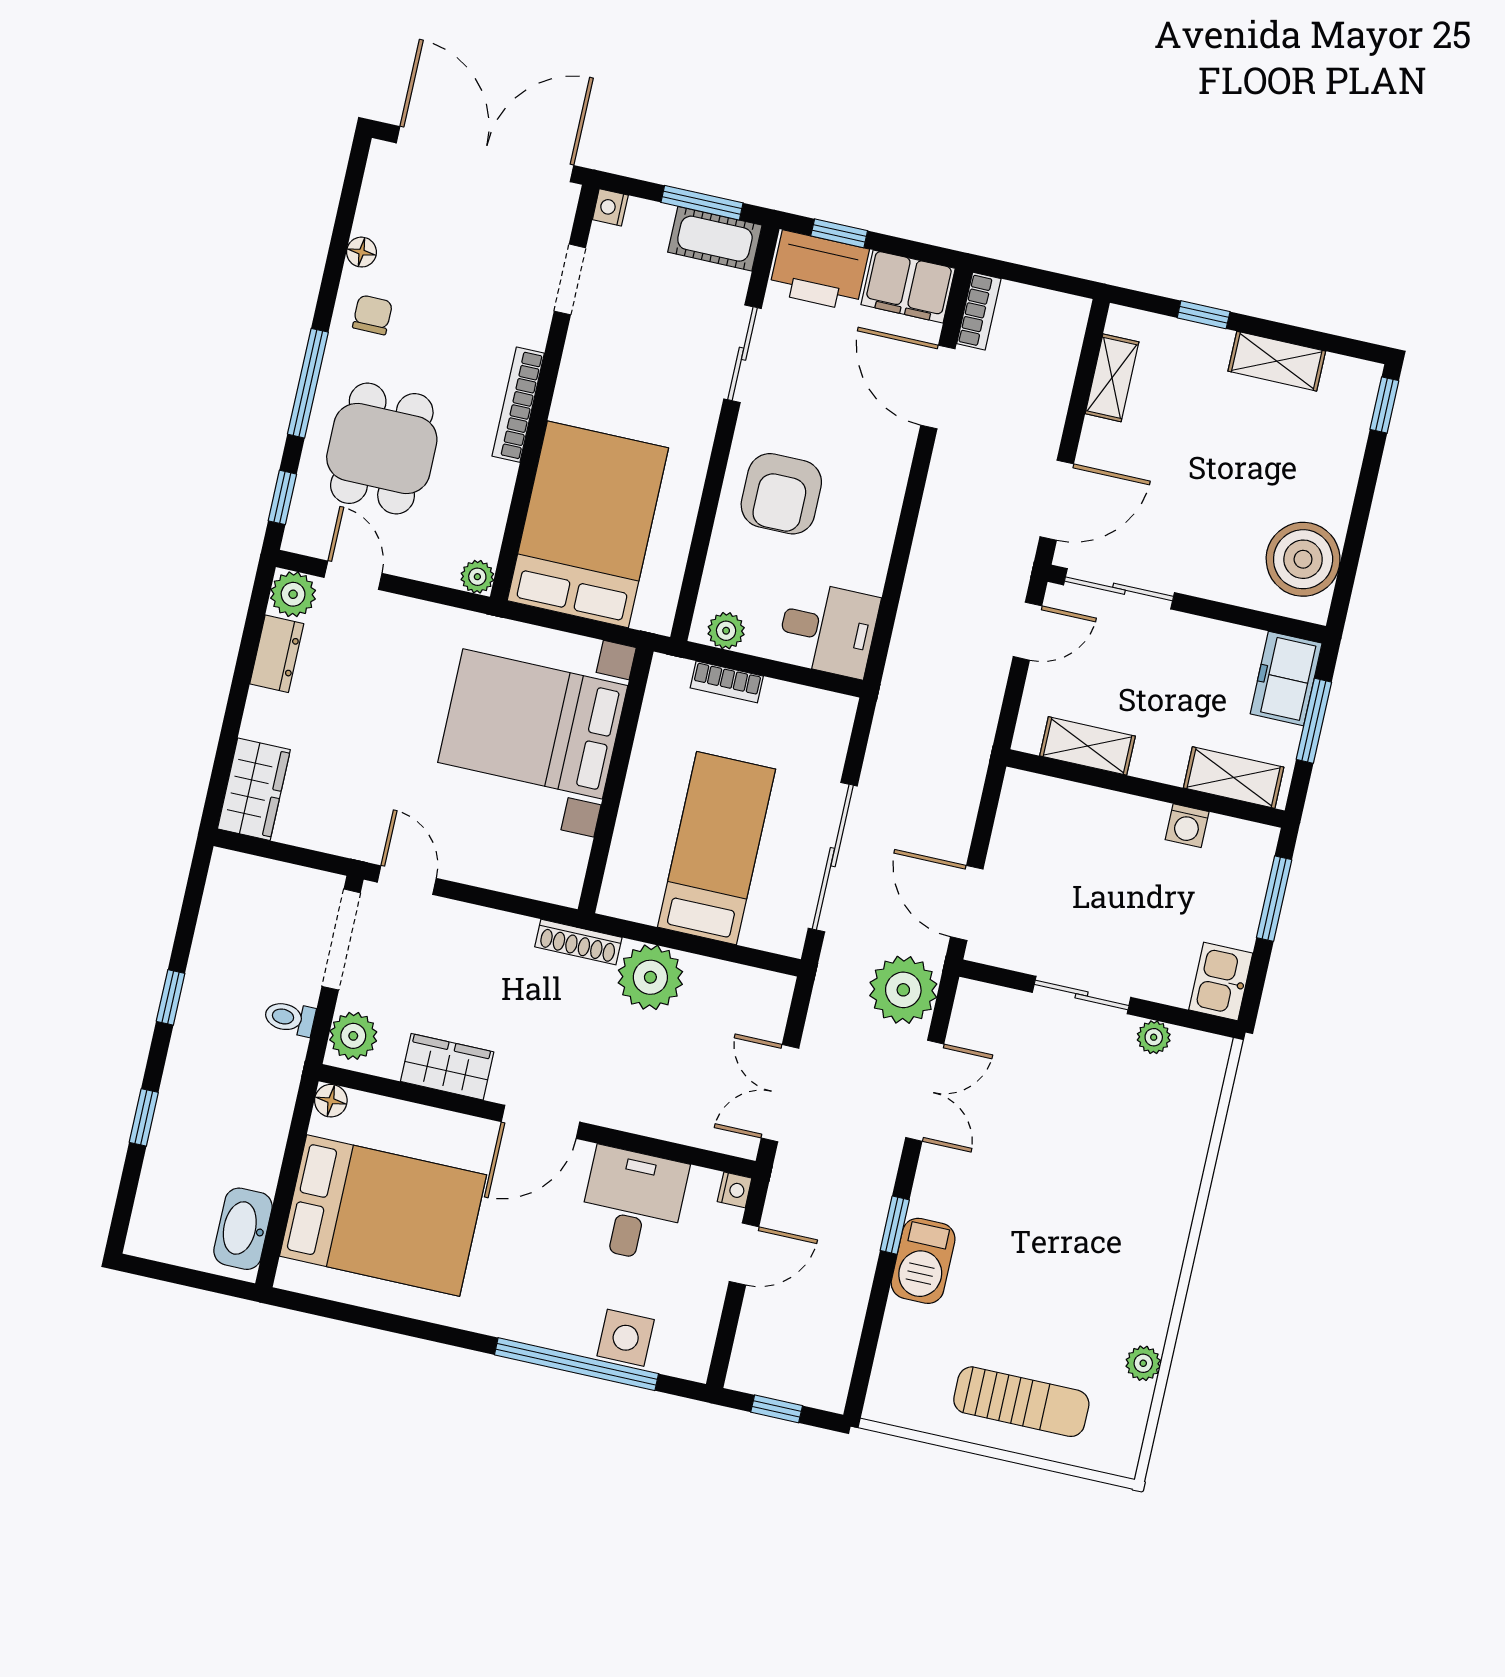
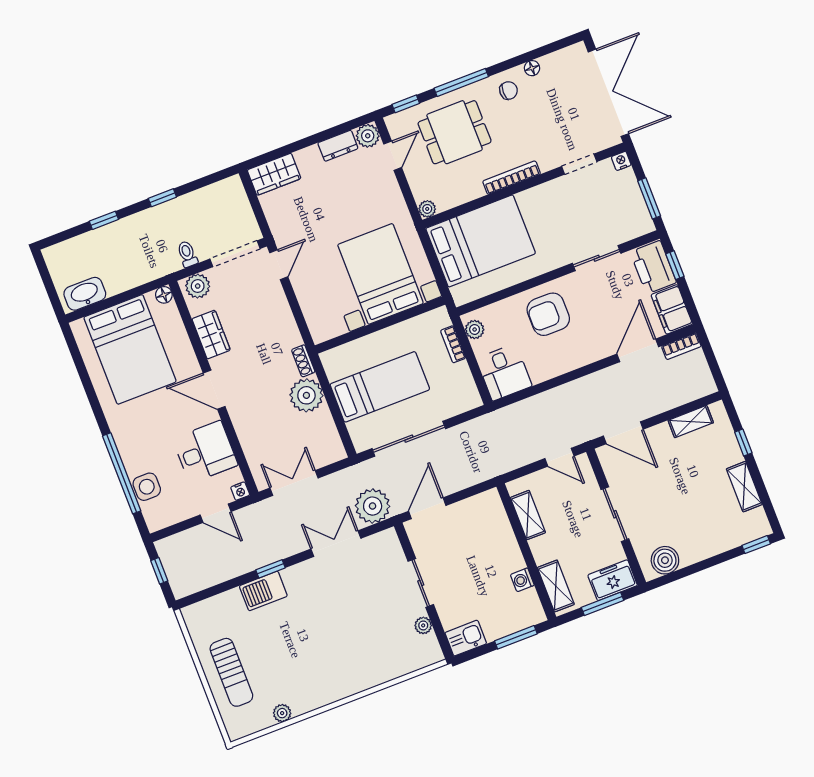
cot: (715, 239) -> (638, 214), removed
boiler: (1303, 559) -> (665, 560), width x0.73, depth x0.73
sliding door: (1119, 589) -> (615, 514), moved
shoe rack: (578, 942) -> (303, 361), width x0.70
double door: (925, 1091) -> (336, 544), swing flipped

